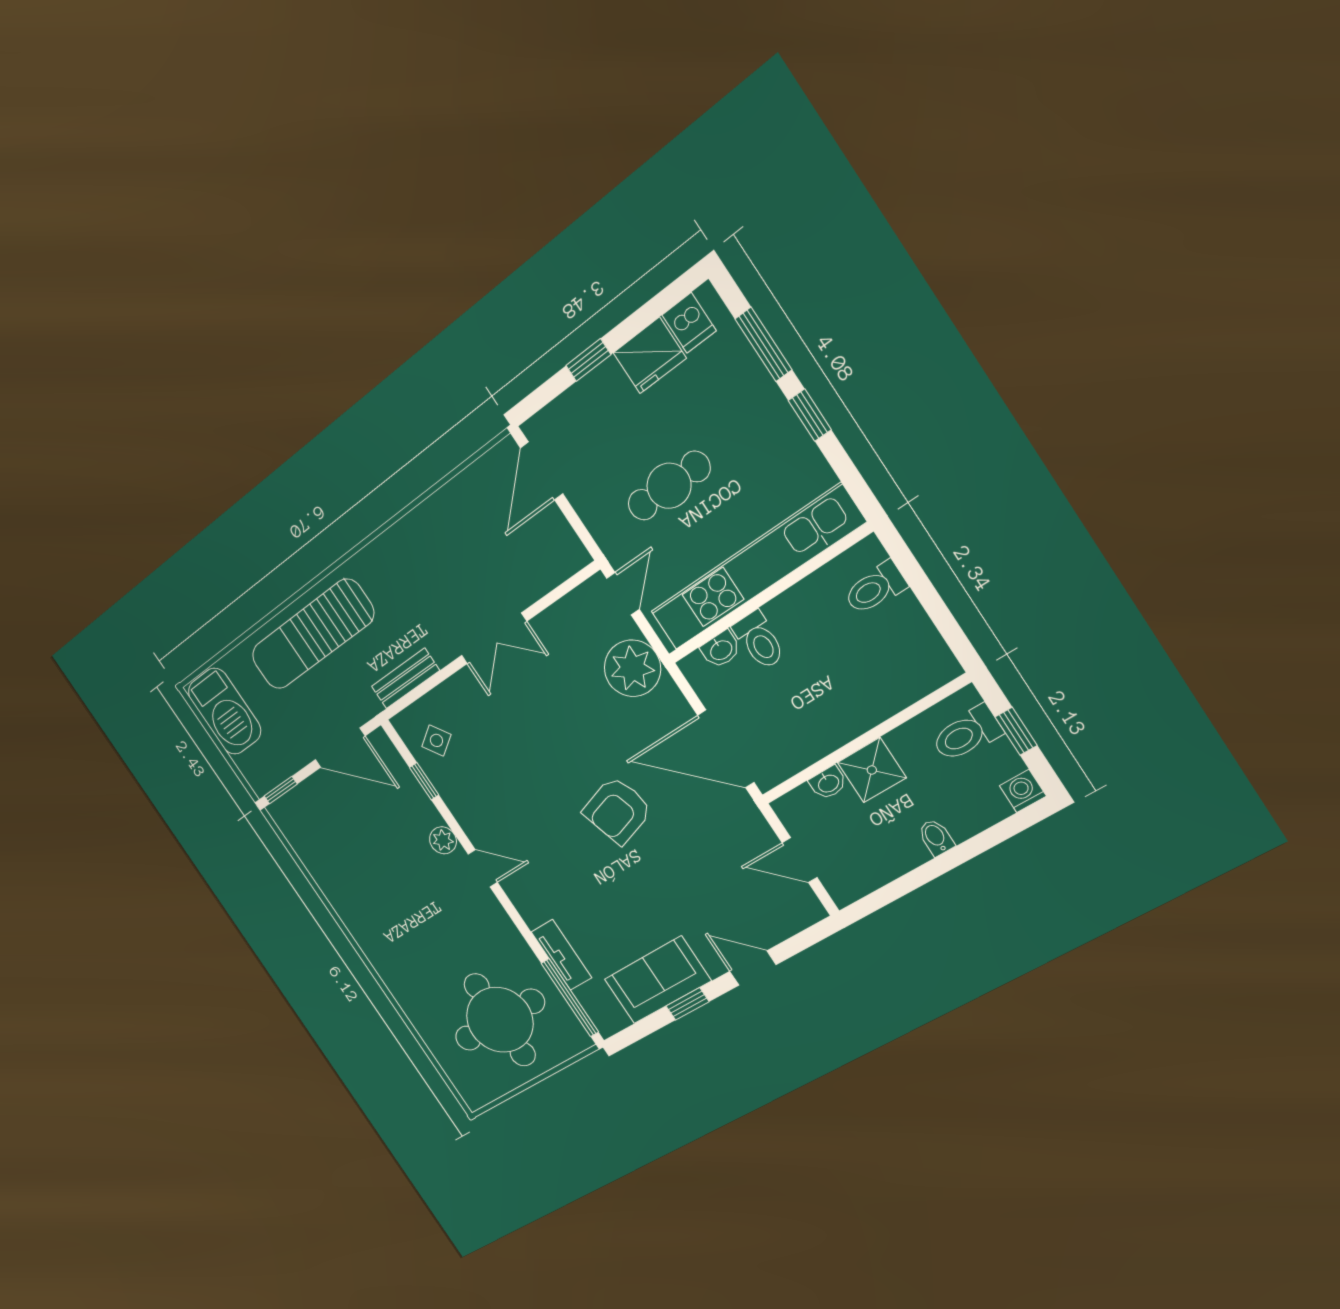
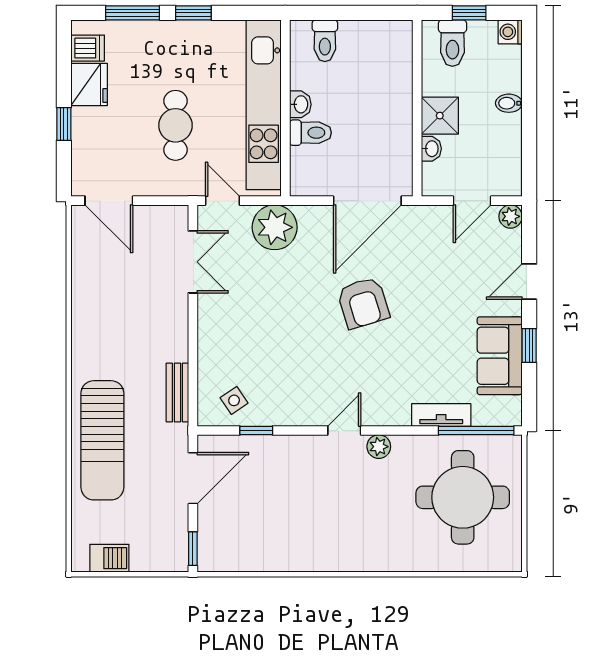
double door: (494, 638) -> (193, 262), moved
washbasin: (721, 650) -> (300, 104), moved
barbecue: (224, 711) -> (109, 558), width x0.53, depth x0.65
plant: (443, 840) -> (379, 447), moved
plant: (809, 910) -> (511, 216), added

